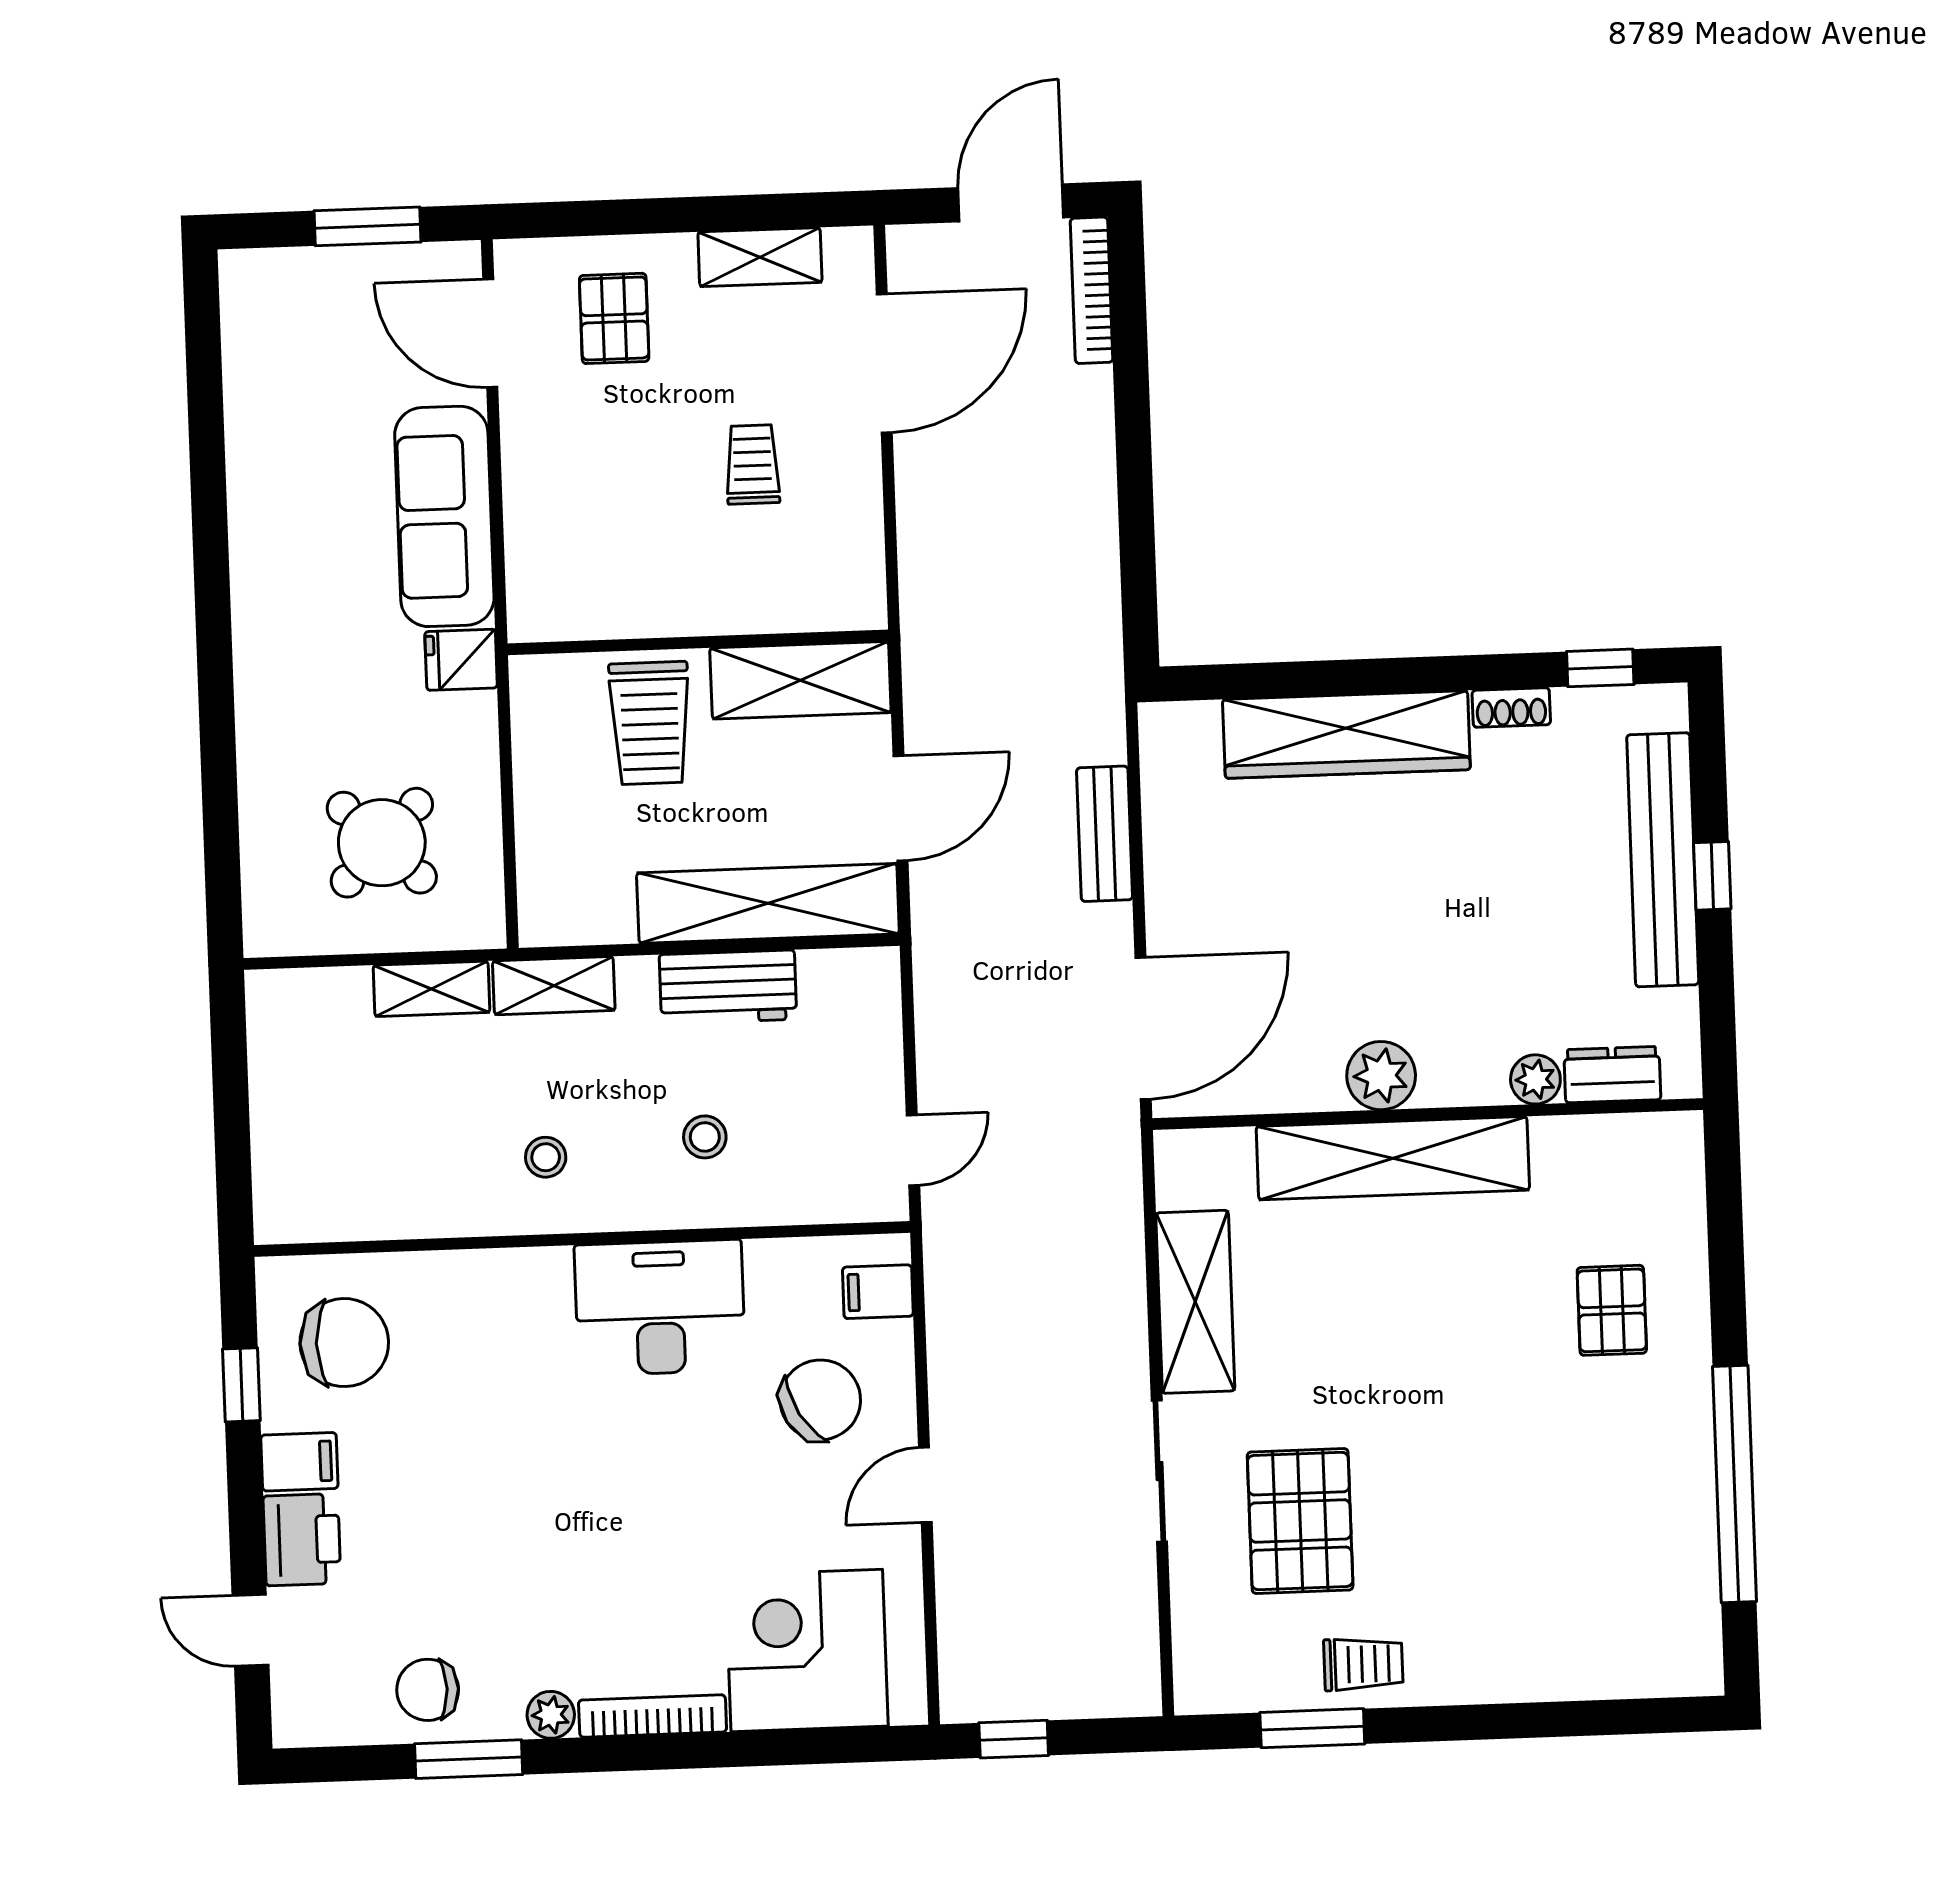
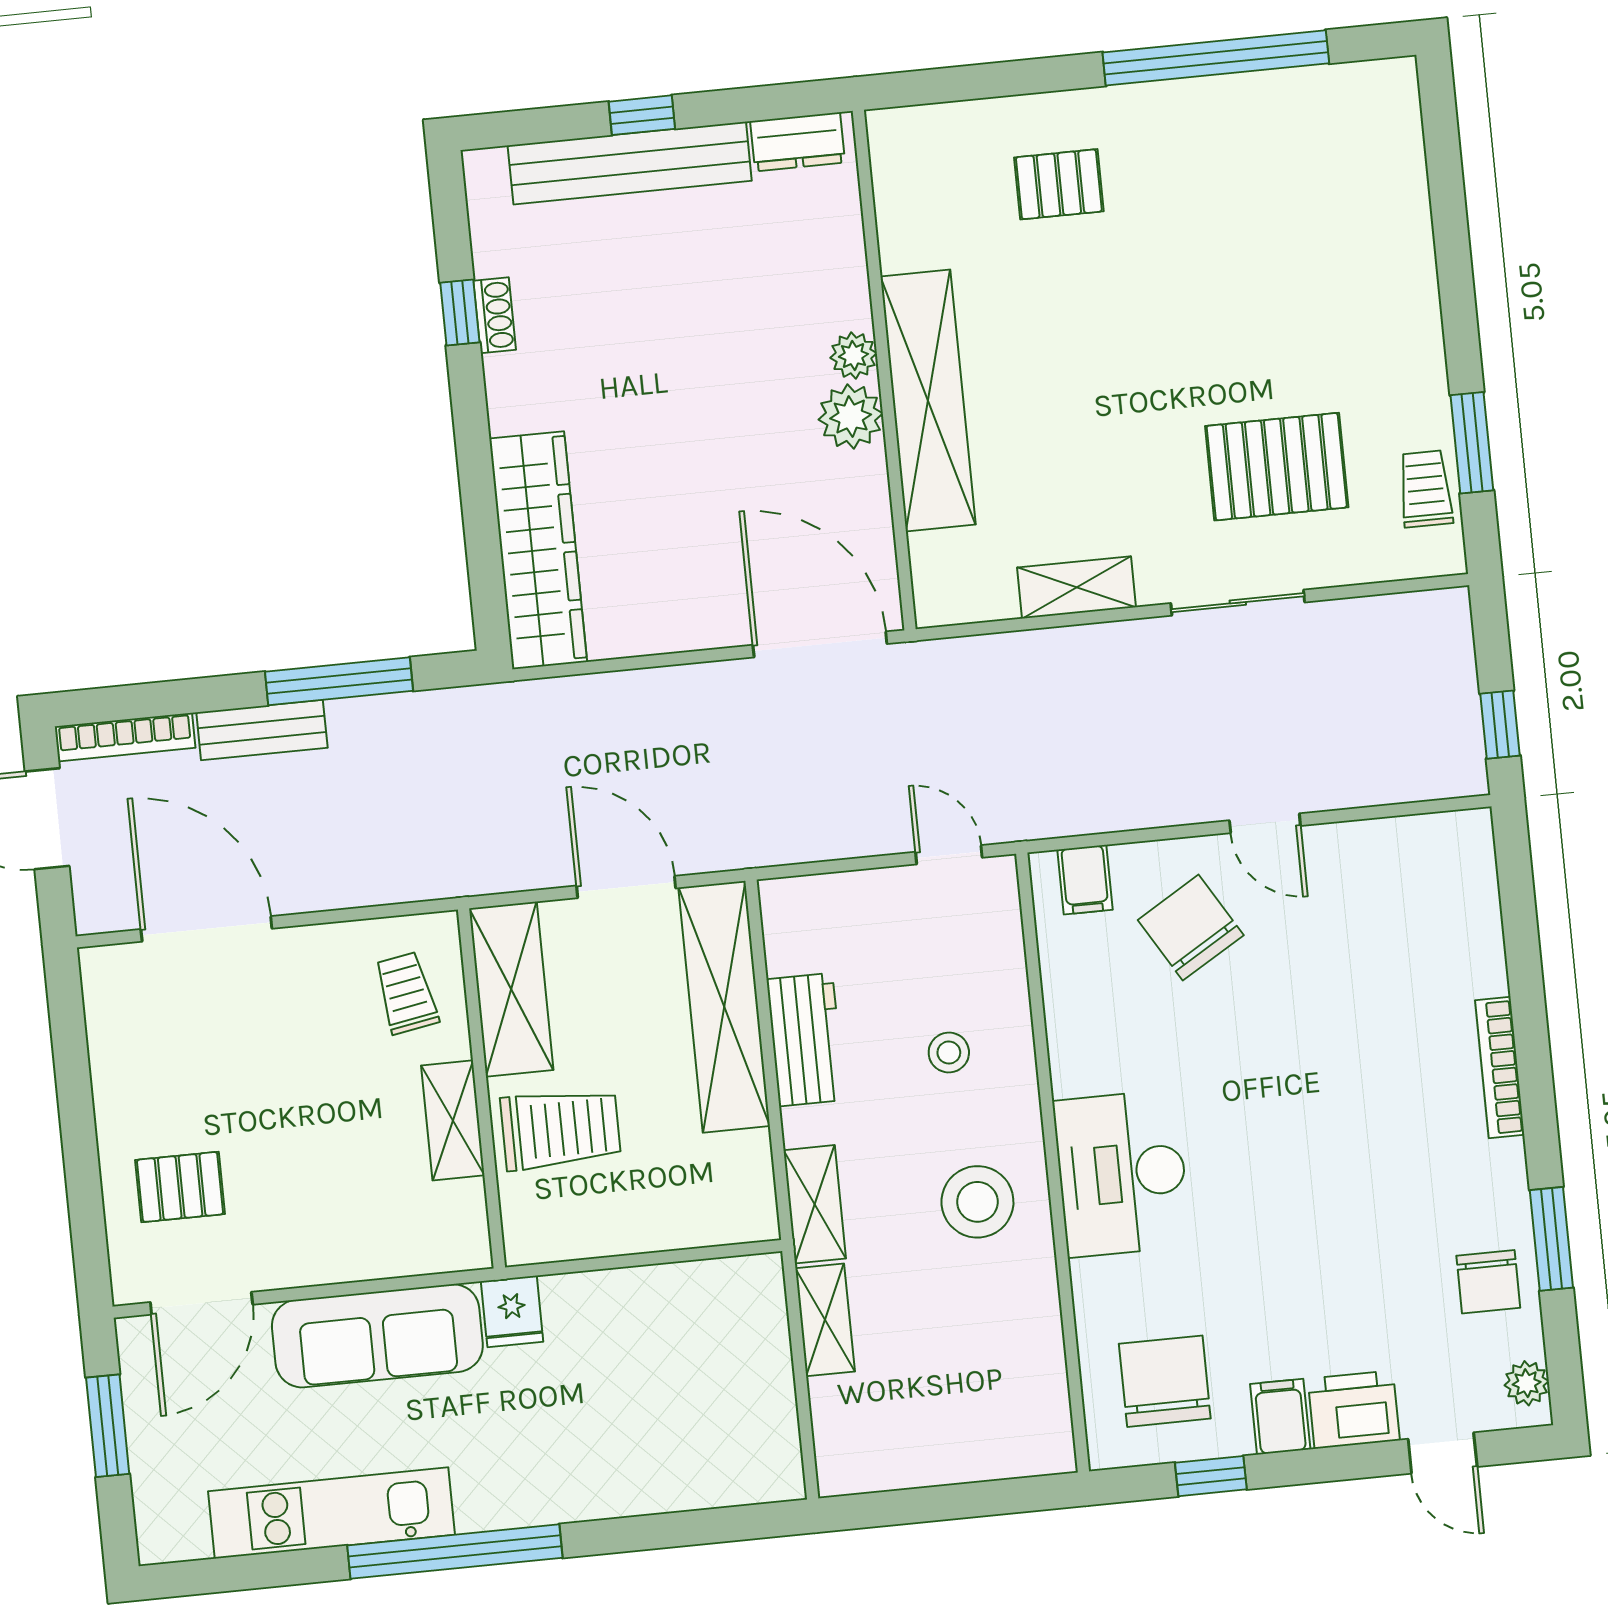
shelving: (760, 257) -> (453, 1120), moved
kitchen unit: (261, 456) -> (331, 1513), added
trolley: (753, 464) -> (406, 993), moved, turned 80
window: (1136, 519) -> (339, 681), added
window: (212, 584) -> (455, 1552), added
window: (1600, 668) -> (460, 313), moved
wardrobe: (1346, 735) -> (538, 550), moved
bench: (1105, 834) -> (262, 730), moved
round table: (382, 843) -> (690, 1376), removed
dresser: (1612, 1075) -> (798, 142), moved, turned -90
plant: (1535, 1079) -> (854, 355), moved
stool: (546, 1157) -> (977, 1202), width x1.89, depth x1.89
shelving: (1195, 1302) -> (1076, 587), width x0.67, depth x0.75
desk: (660, 1308) -> (1122, 1173), moved
door: (250, 1630) -> (1443, 1453), hinge flipped
corner desk: (807, 1651) -> (1429, 926), removed
trolley: (1363, 1664) -> (1425, 489), moved
plant: (551, 1715) -> (1527, 1383), moved

